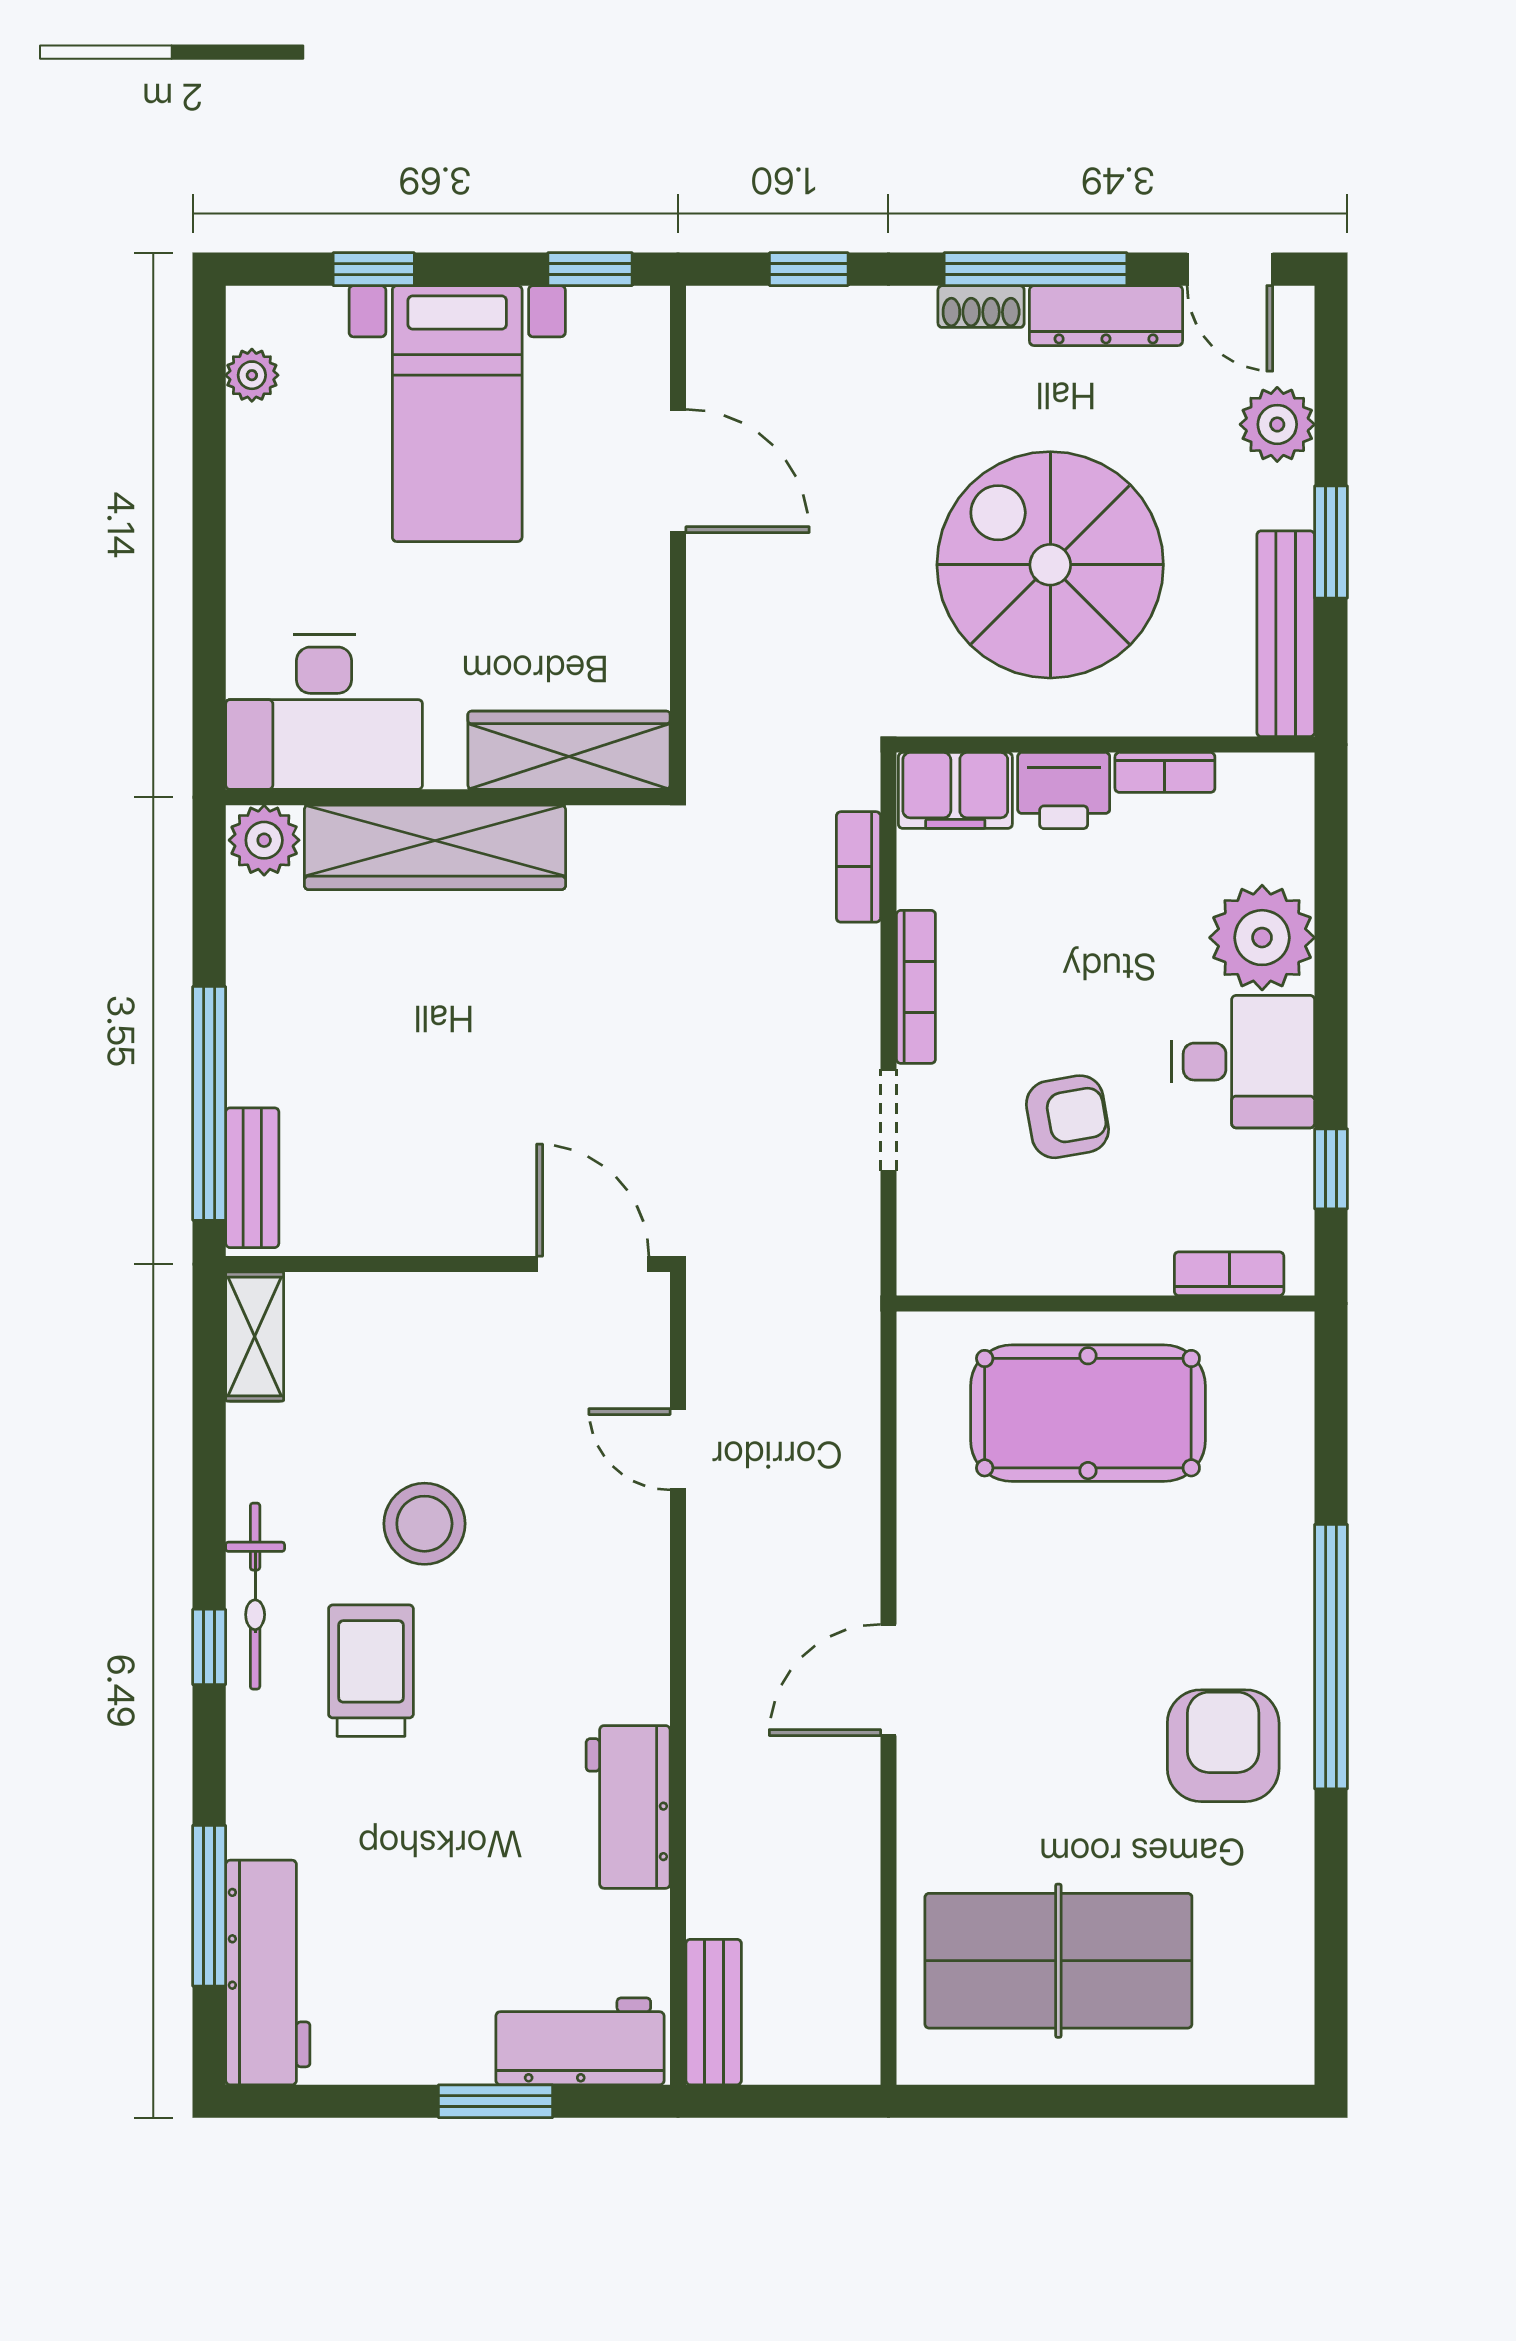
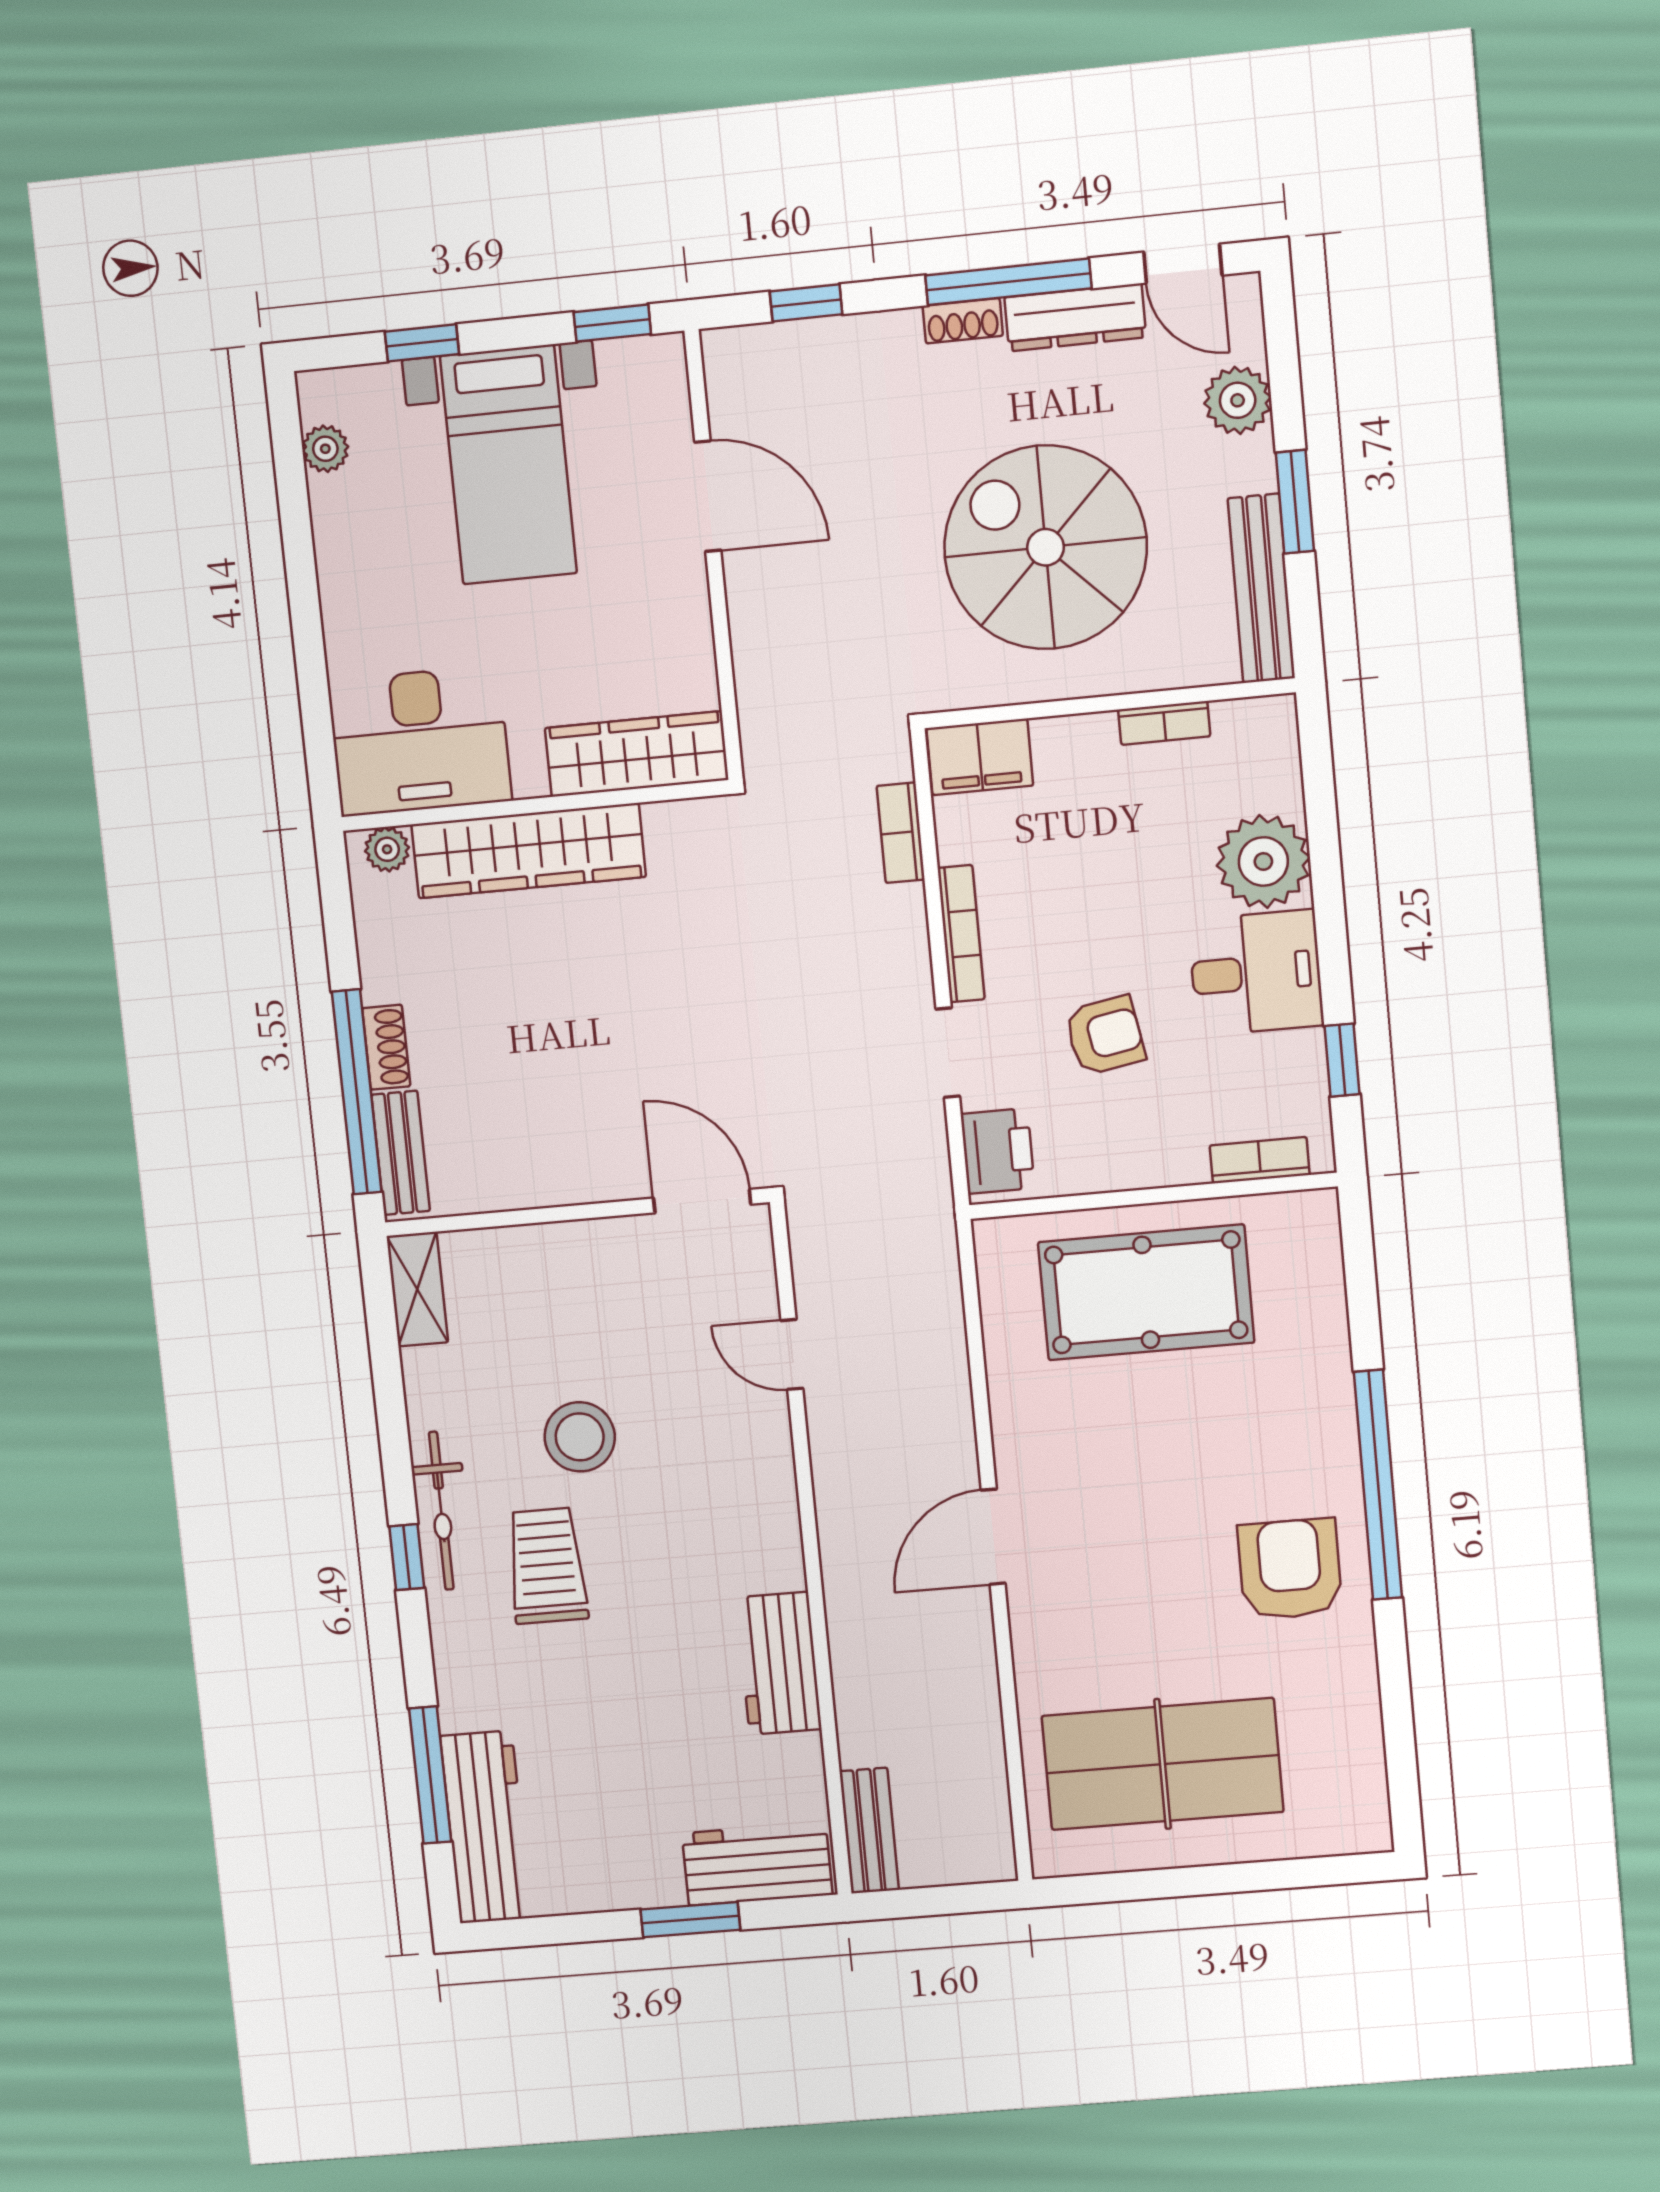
printer: (1064, 791) -> (998, 1151), moved, turned -90
plant: (264, 840) -> (387, 849), width x0.73, depth x0.73
shoe rack: (249, 1055) -> (386, 1047), added

